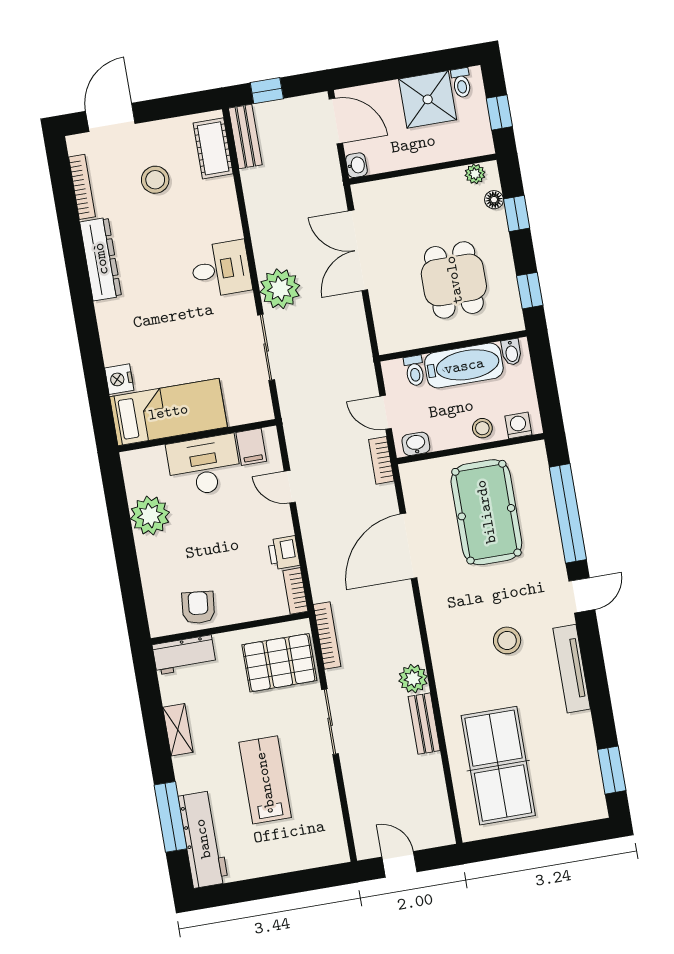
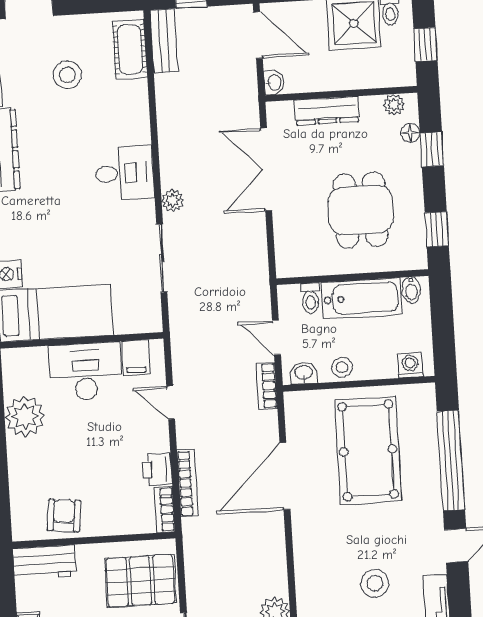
dresser: (411, 187) -> (327, 111), added
plant: (280, 289) -> (173, 200), width x0.53, depth x0.53
stool: (482, 428) -> (342, 367), moved
bookcase: (327, 636) -> (187, 483), moved

